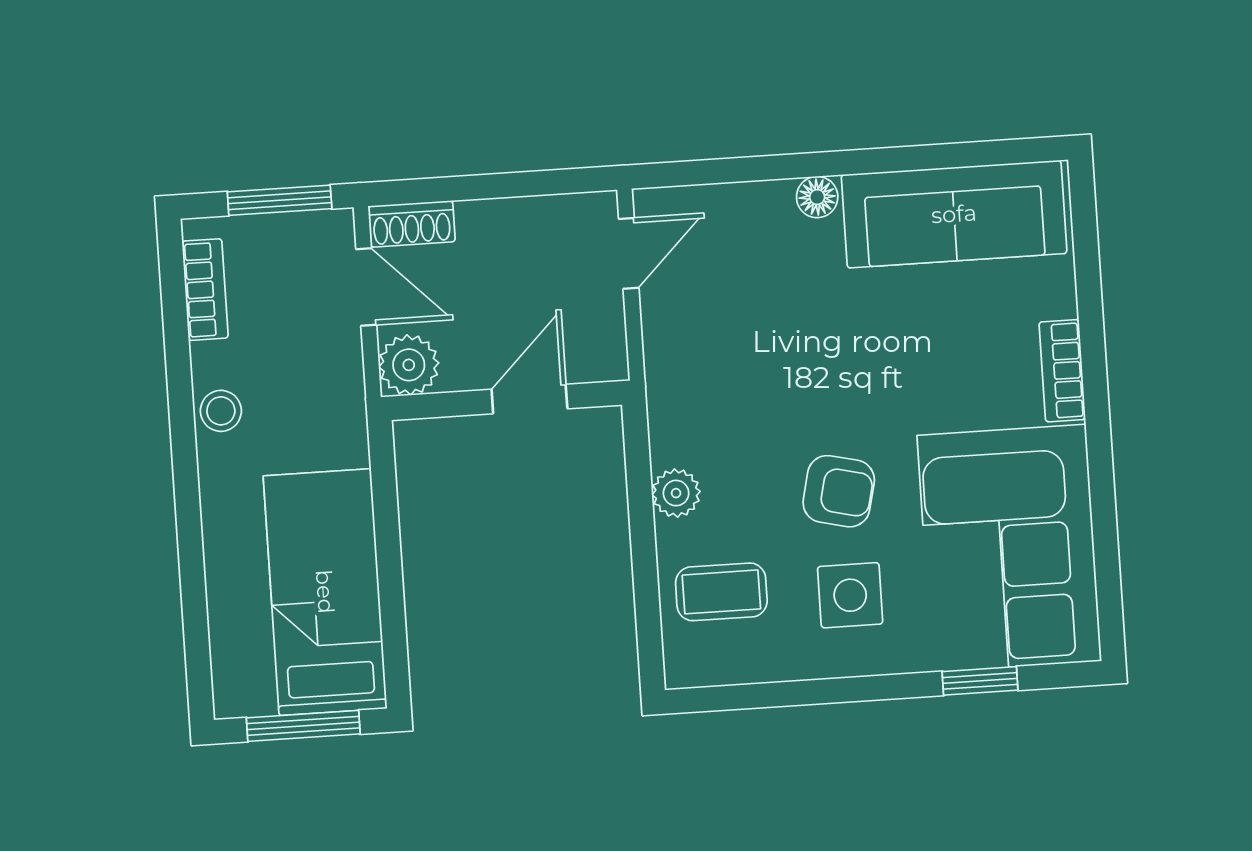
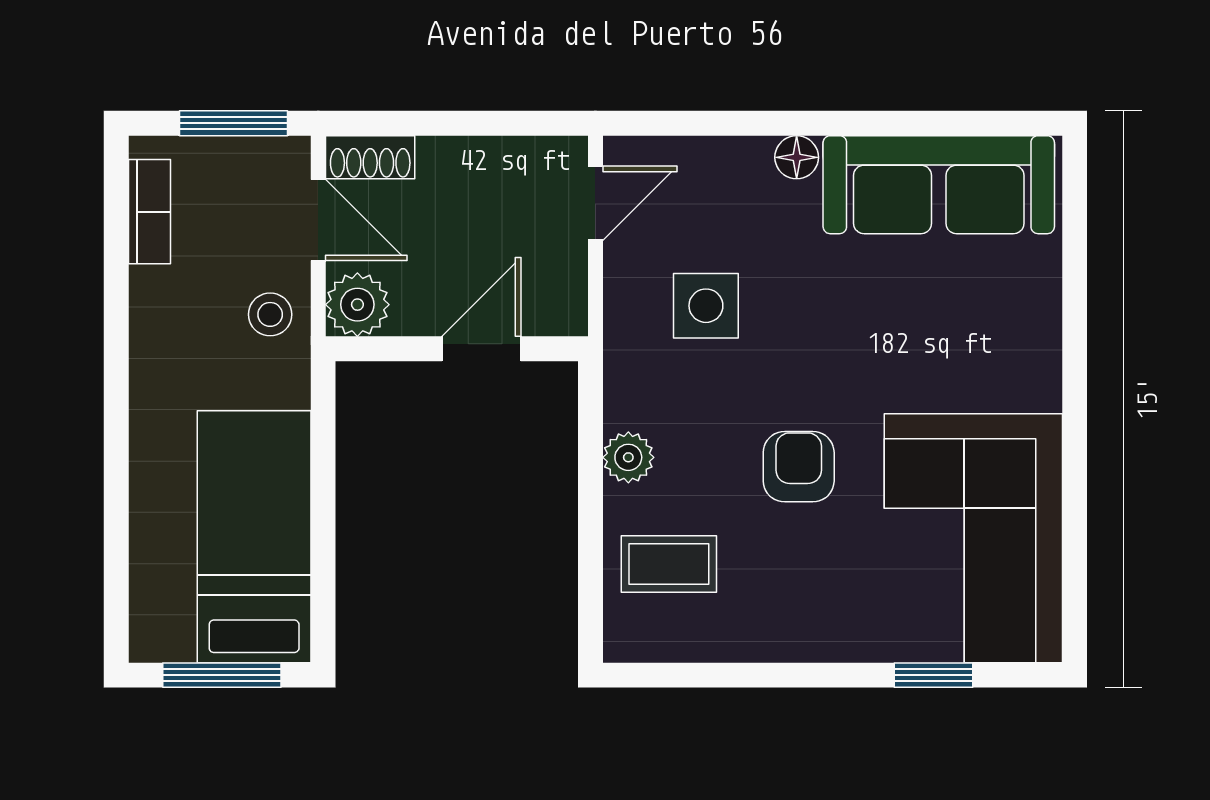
bookcase: (1062, 371) -> (1041, 356), removed
stool: (221, 411) -> (270, 314), moved
armchair: (839, 491) -> (799, 467), turned -103
side table: (850, 595) -> (706, 306), moved

